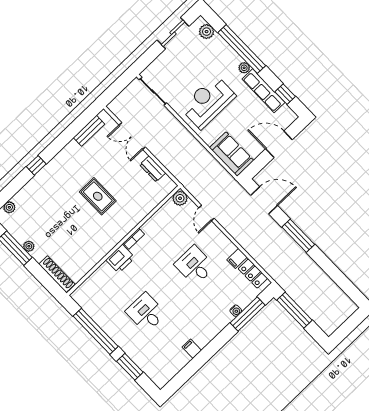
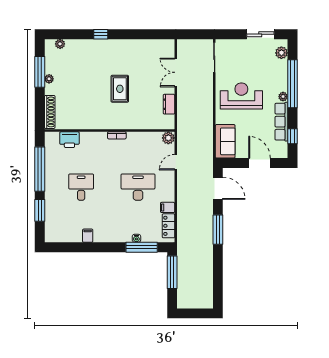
bench: (89, 131) -> (153, 44), removed
printer: (120, 259) -> (69, 140), moved
desk: (195, 265) -> (138, 187), width x1.37

